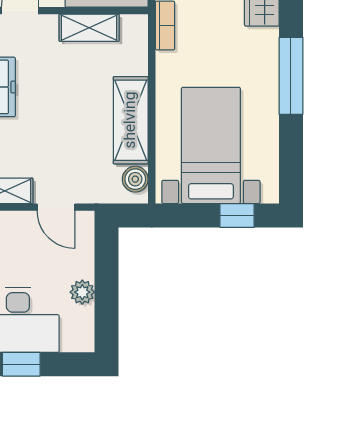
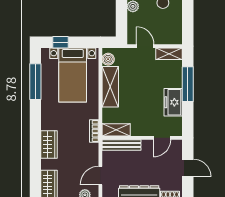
shelving: (89, 28) -> (116, 130), moved
window: (291, 76) -> (35, 82), moved

